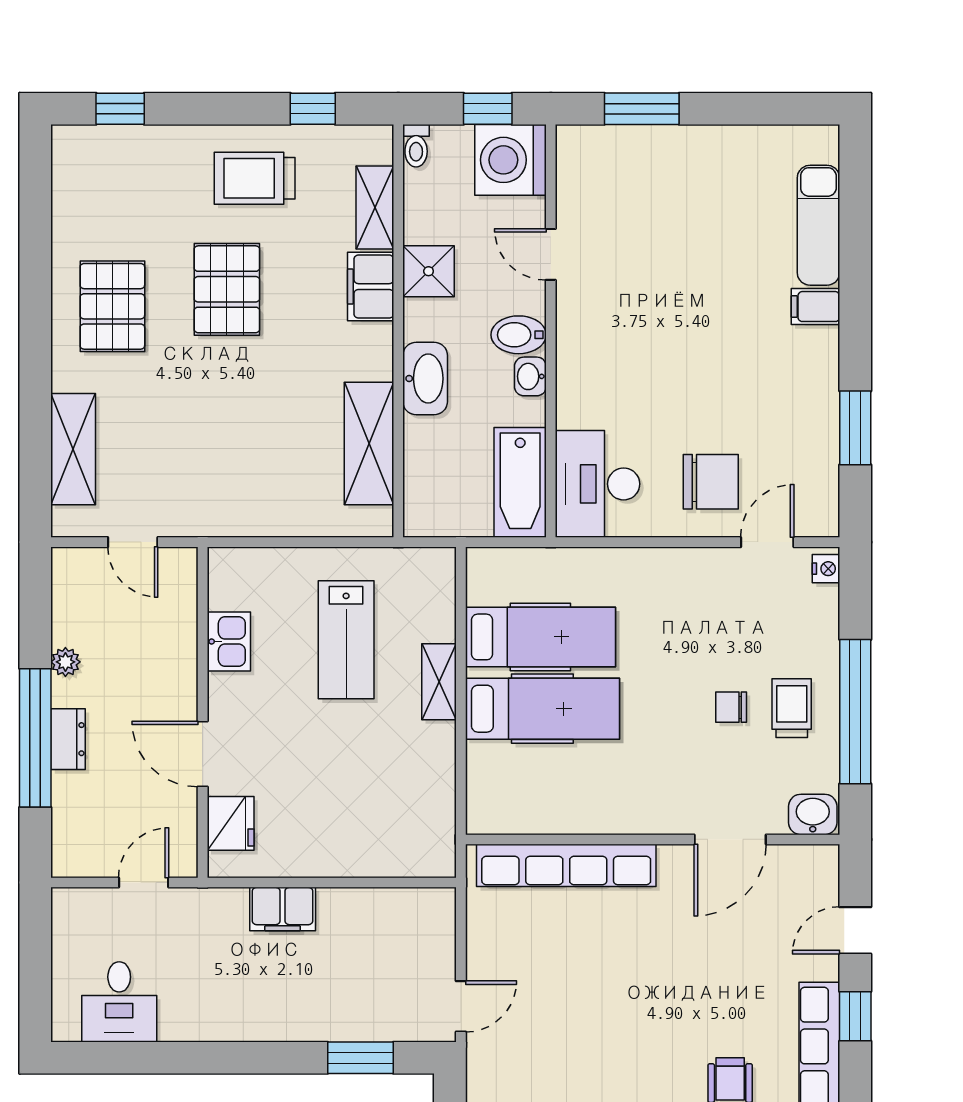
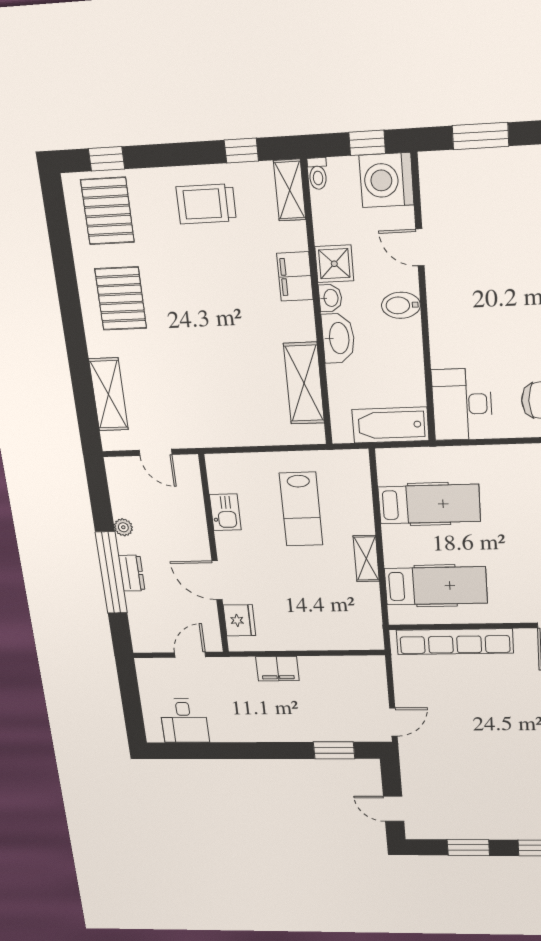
shelving: (375, 207) -> (290, 190), moved
pallet: (227, 289) -> (108, 211), moved
washbasin: (530, 376) -> (330, 298), moved, turned 180
bathtub: (520, 482) -> (390, 425), moved, turned 90
shelving: (439, 682) -> (366, 558), moved
hospital bed: (542, 709) -> (436, 586), moved

